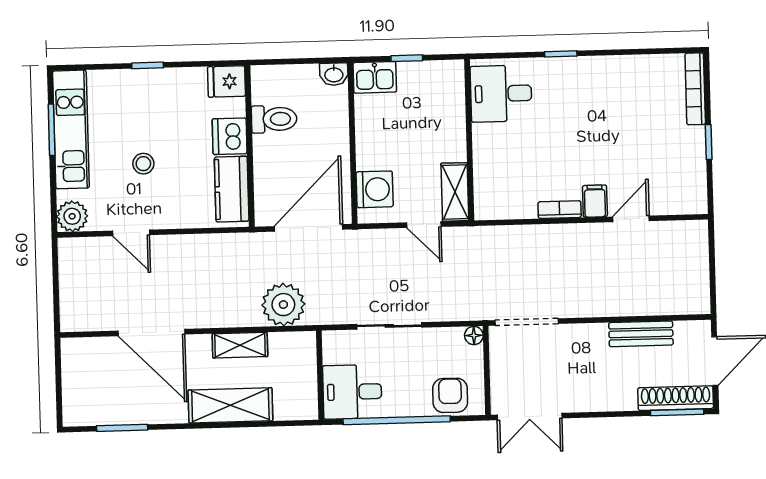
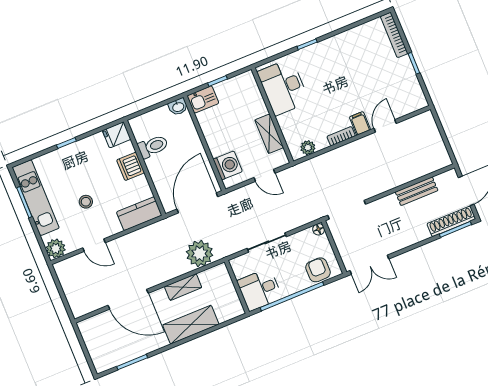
desk: (501, 94) -> (283, 87), width x1.37
kitchen counter: (232, 189) -> (139, 214), moved, turned 90
shelving: (455, 192) -> (269, 134), moved
plant: (504, 208) -> (308, 148), added

